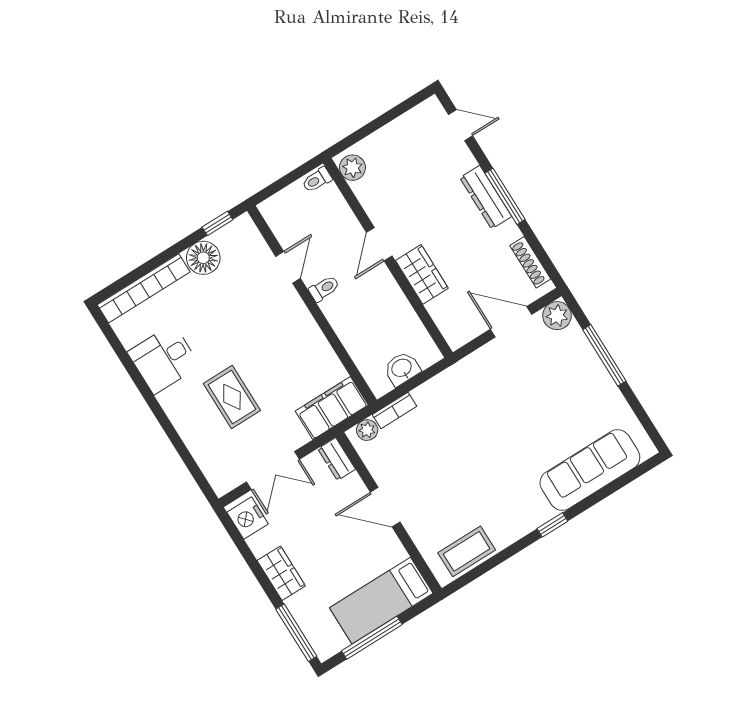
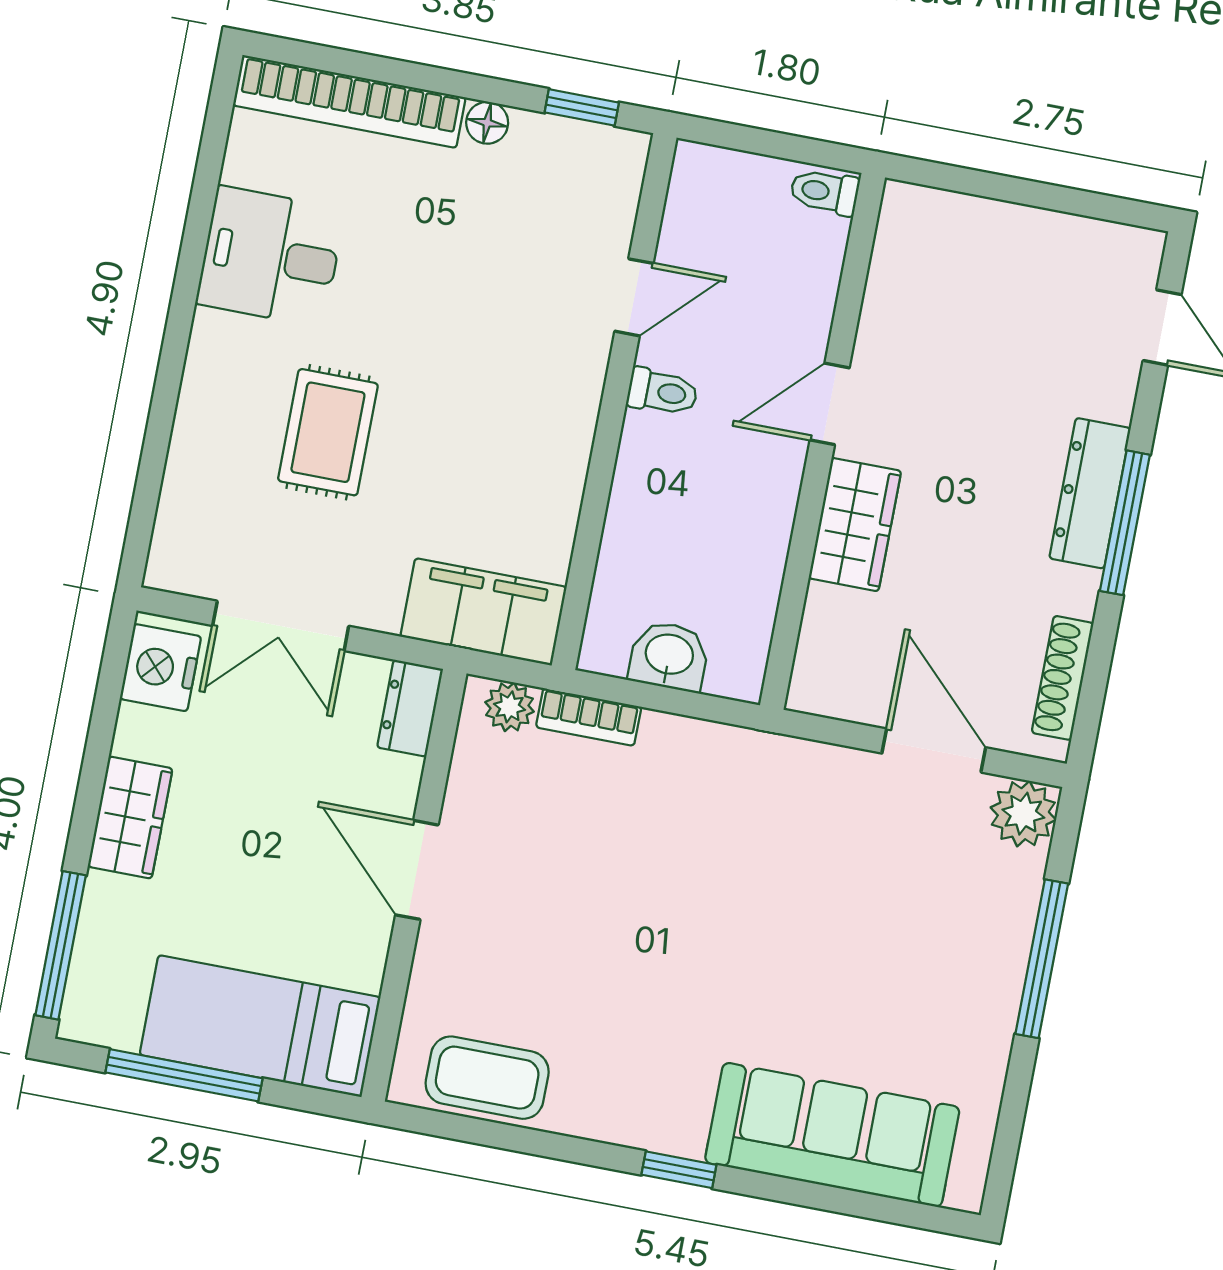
plant: (352, 168) -> (906, 228), removed
floor lamp: (203, 258) -> (487, 123), width x0.53, depth x0.53

